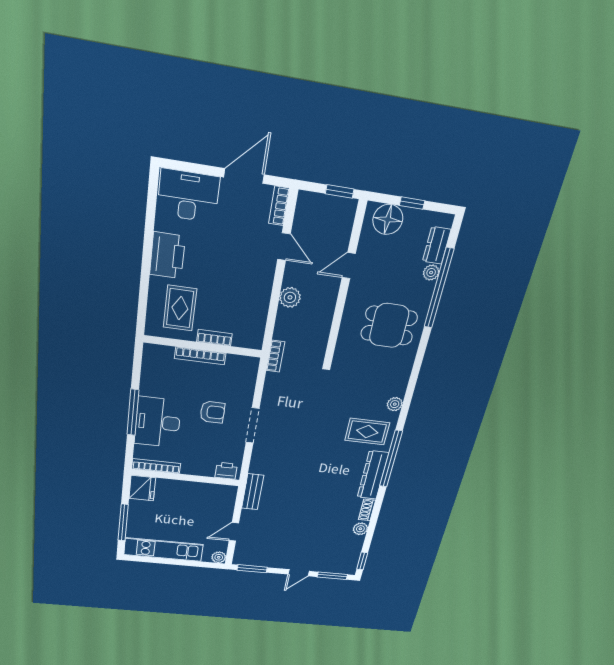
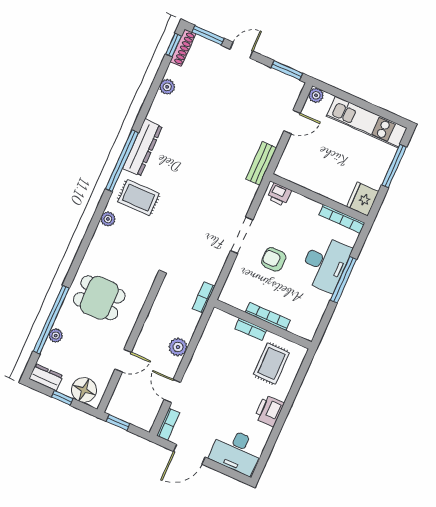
dresser: (437, 245) -> (46, 377), moved, turned -90
printer: (167, 255) -> (269, 411), width x0.73, depth x0.84
shoe rack: (367, 510) -> (183, 48), moved, width x1.43

